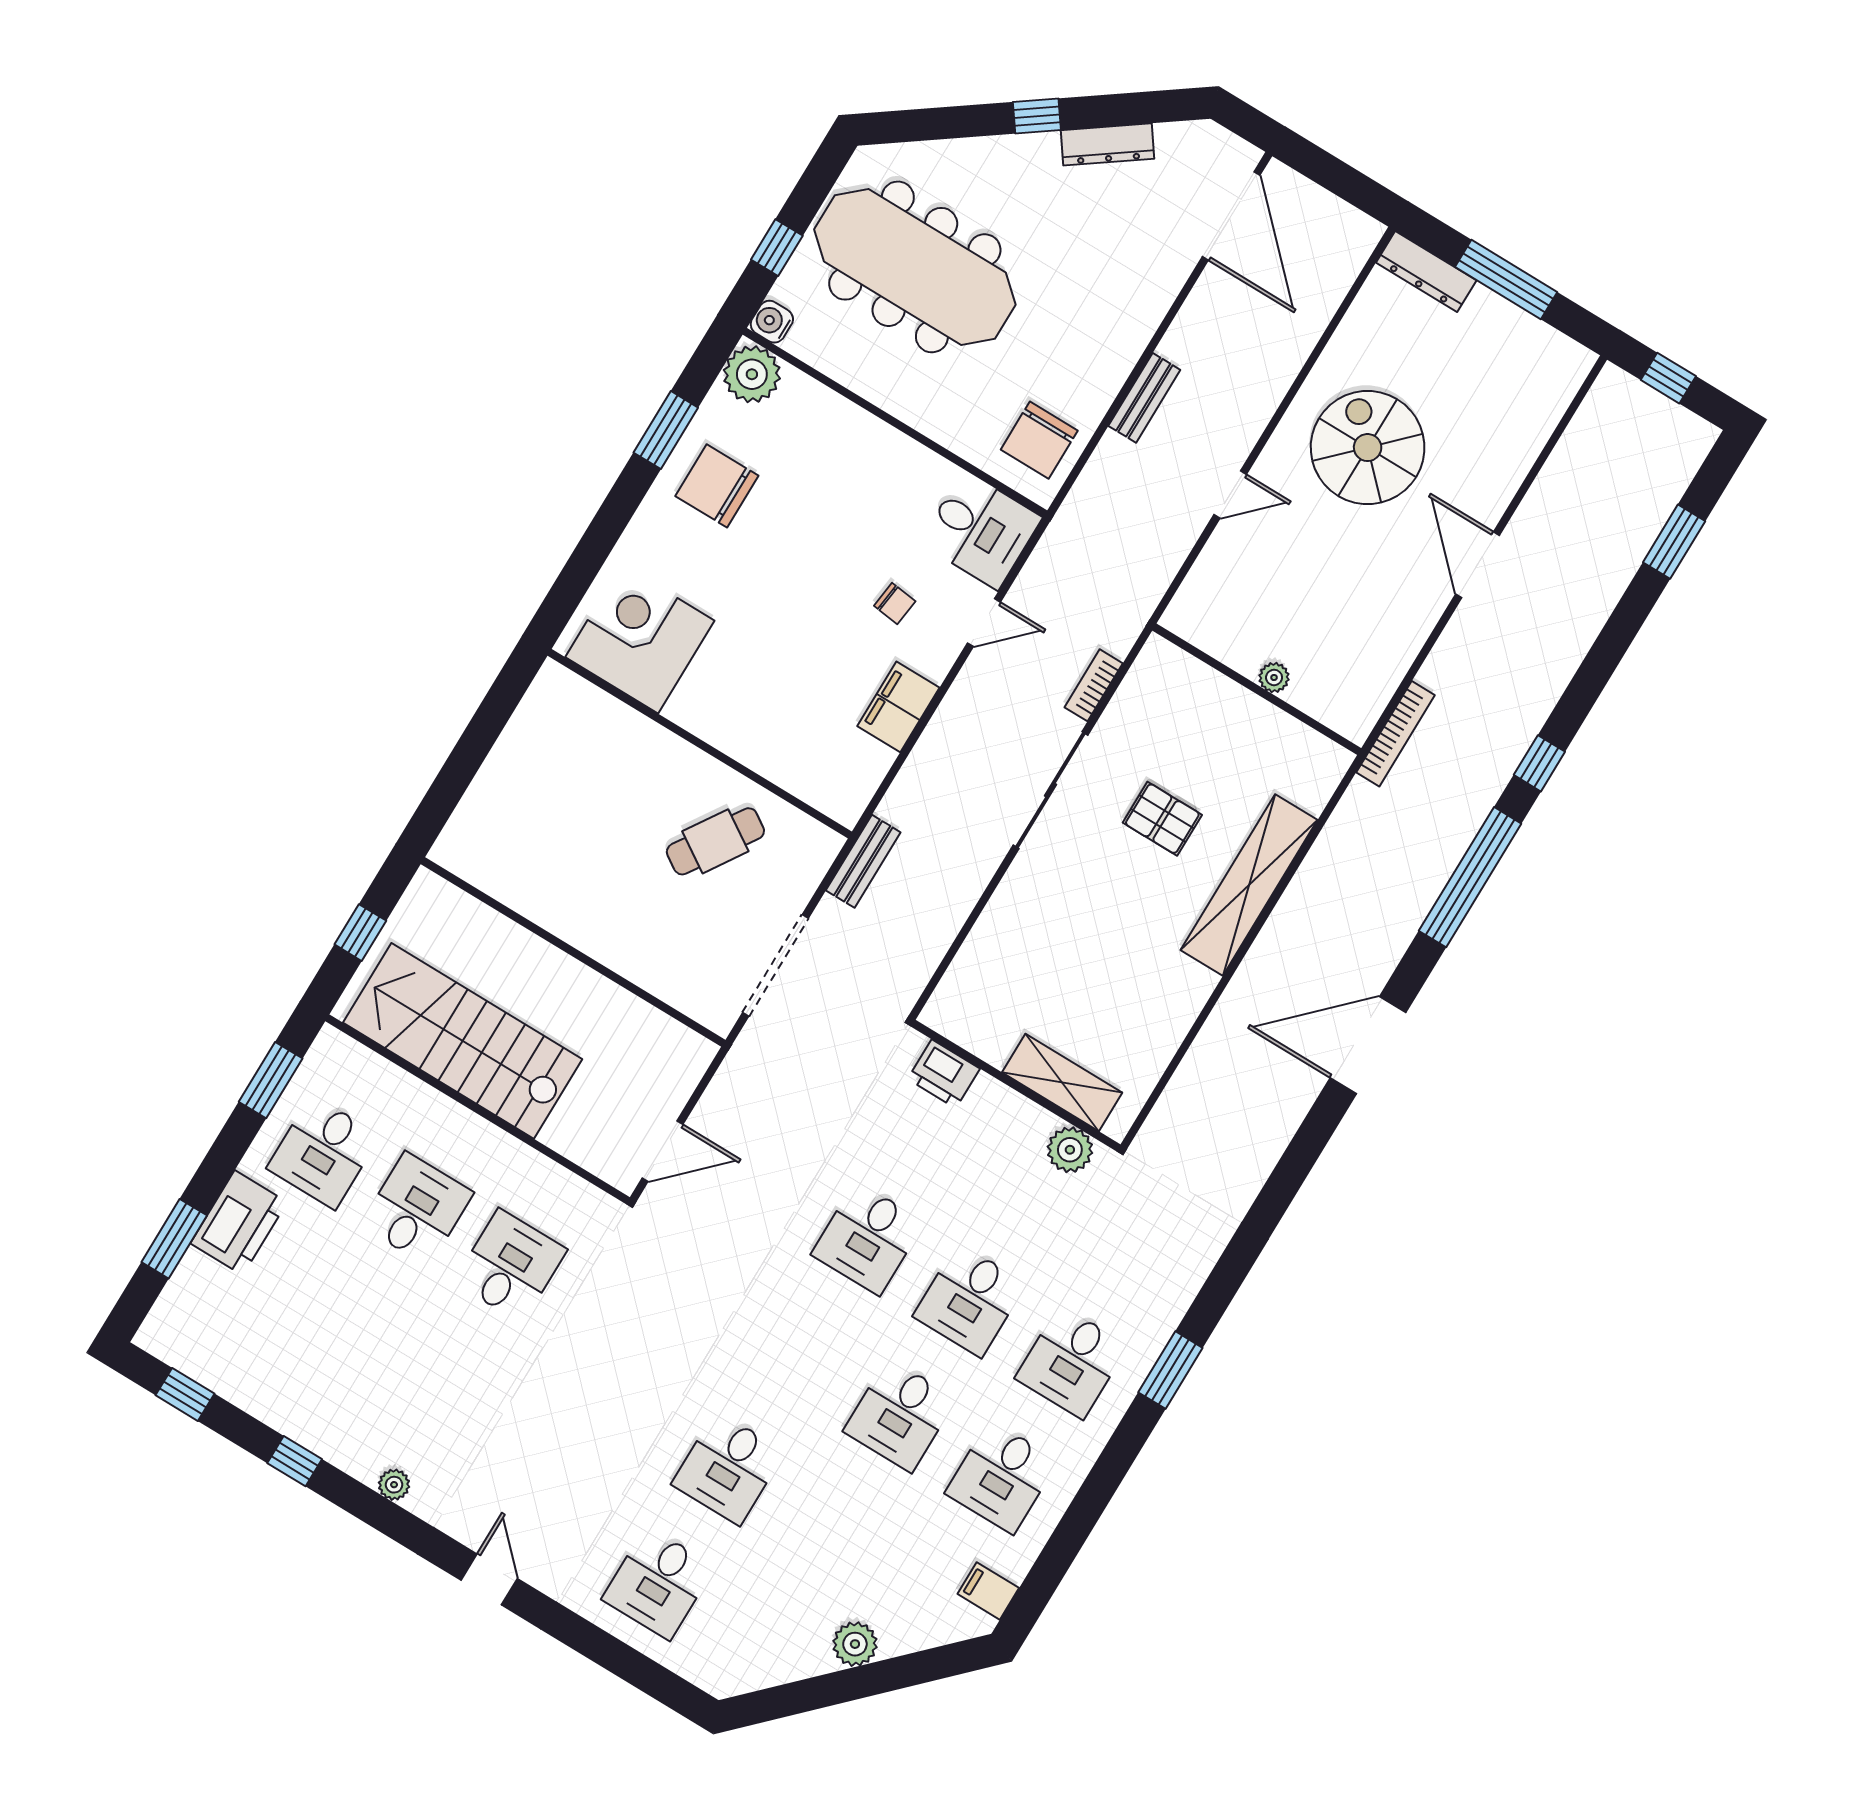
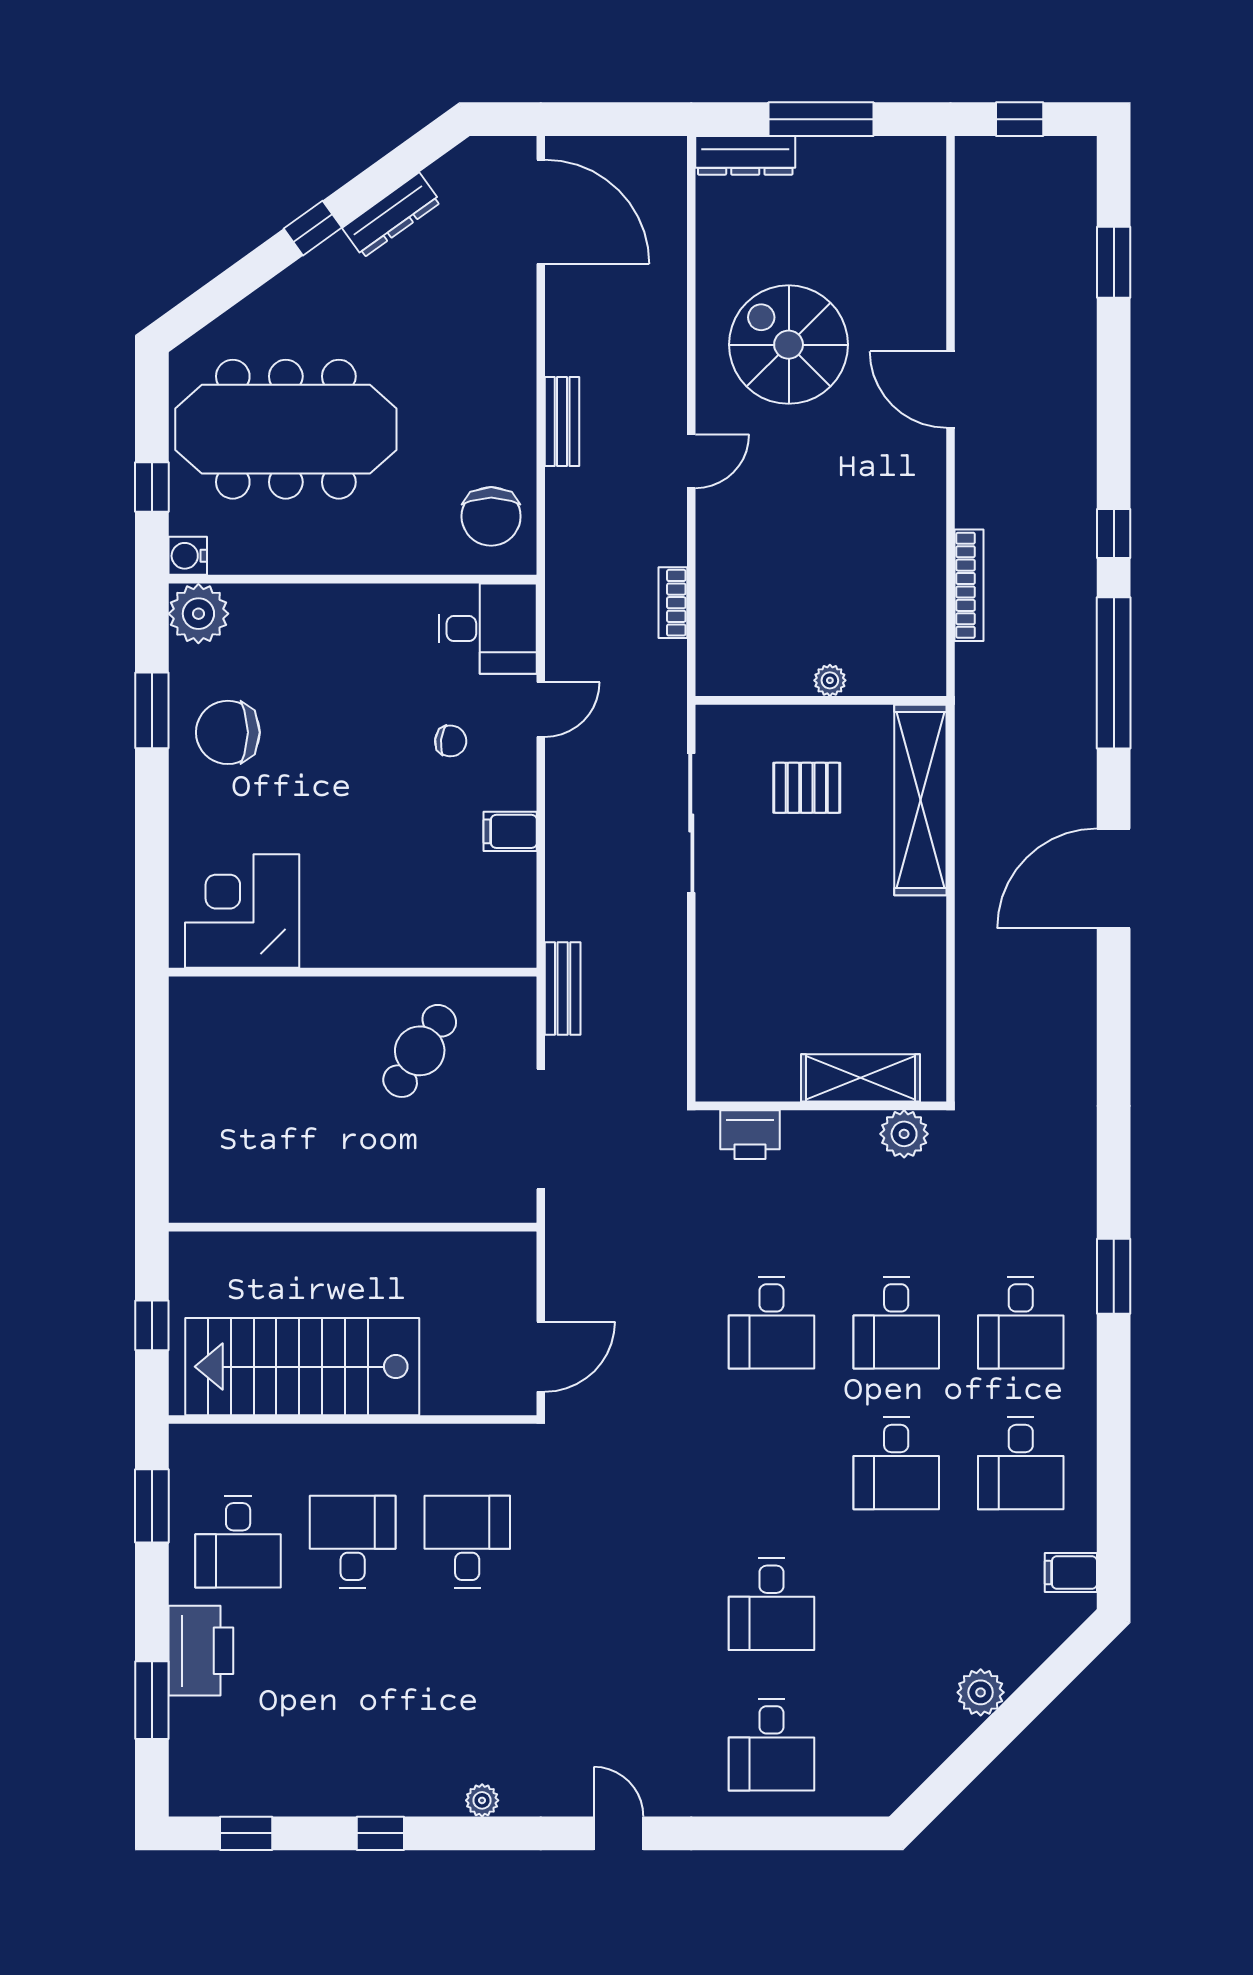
plant: (1274, 677) -> (830, 680), moved
bookcase: (1094, 685) -> (673, 603), moved
wall: (1257, 689) -> (821, 700), moved
filing cabinet: (898, 707) -> (510, 831), width x0.50

